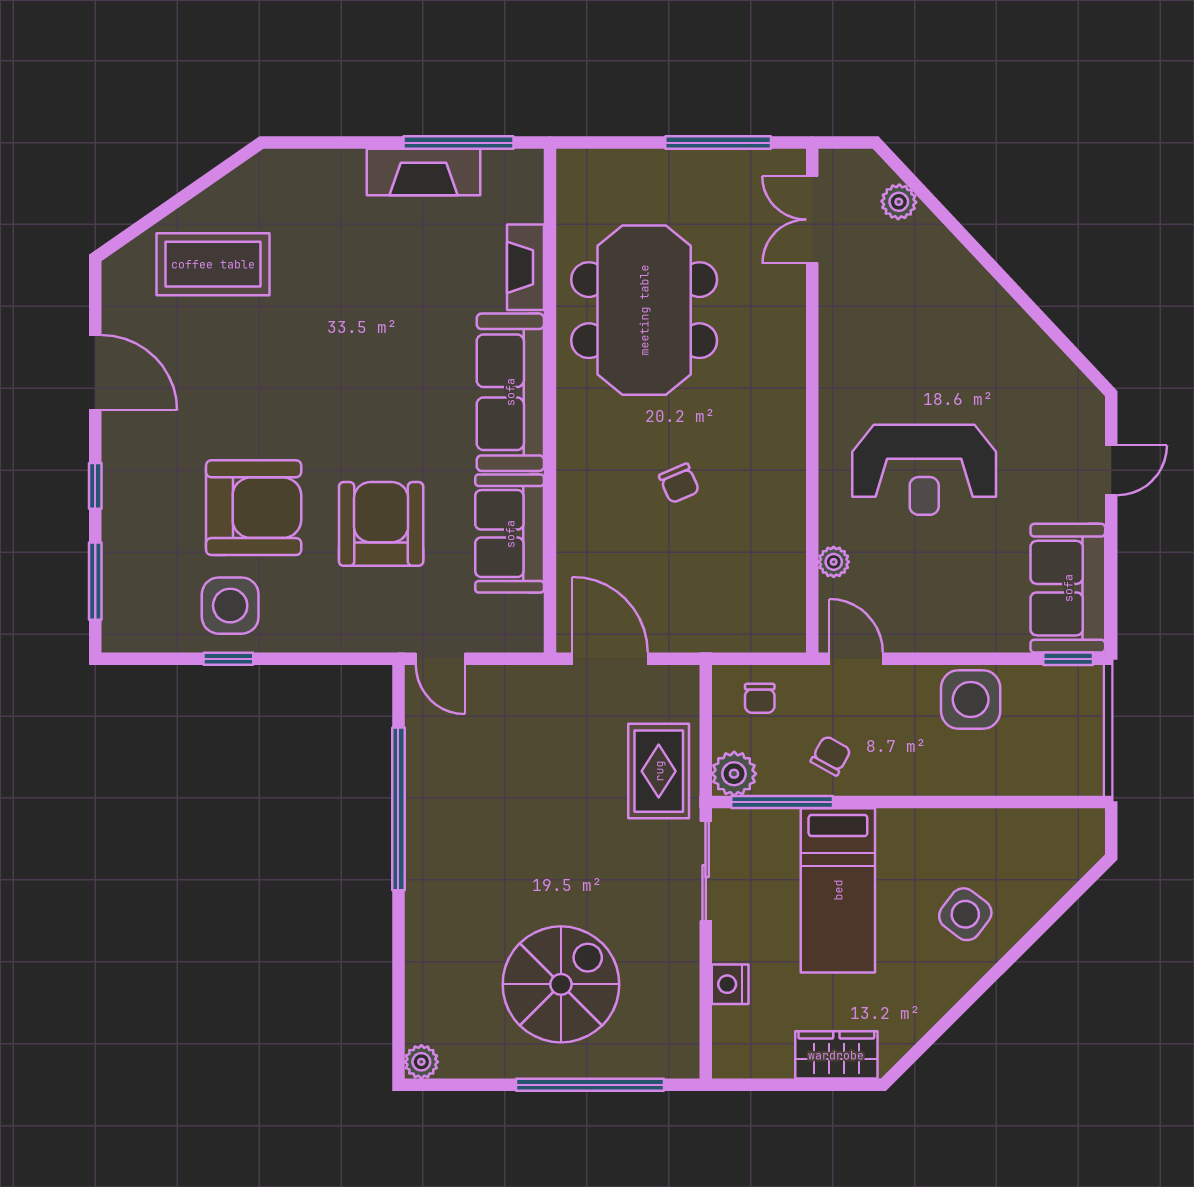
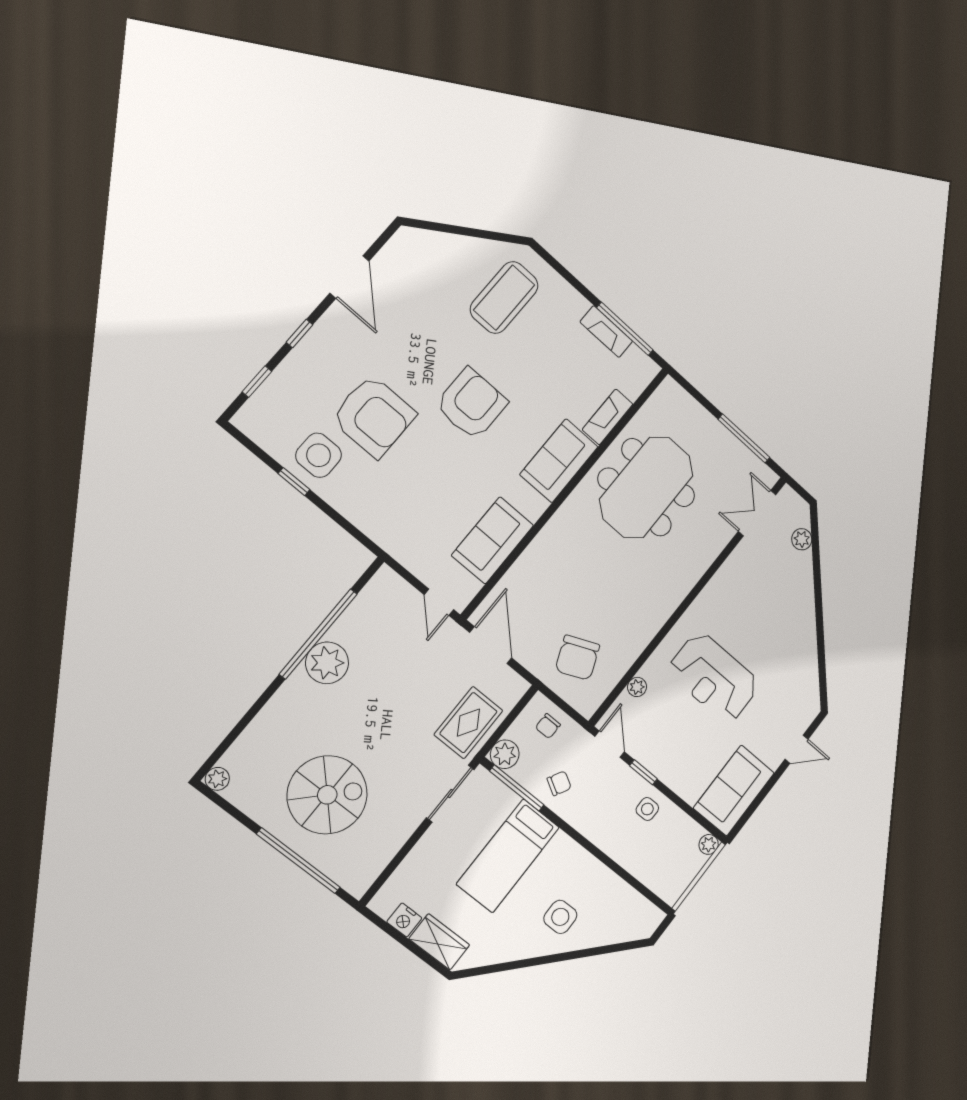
fireplace: (424, 172) -> (606, 332), width x0.73, depth x0.76
coffee table: (213, 264) -> (504, 297), moved, turned 90
sofa: (510, 392) -> (559, 461), width x0.73
chair: (679, 483) -> (577, 658), moved, width x1.87, depth x1.87
armchair: (381, 524) -> (471, 404), moved
window: (95, 581) -> (257, 382), width x0.67
door: (440, 659) -> (439, 602), moved
window: (1068, 659) -> (644, 772), moved
plant: (1089, 681) -> (709, 844), added
side table: (971, 699) -> (647, 809), width x0.54, depth x0.54
plant: (436, 834) -> (327, 663), added
side table: (965, 914) -> (560, 917), turned -37
nightstand: (730, 984) -> (404, 920), moved, turned -90

